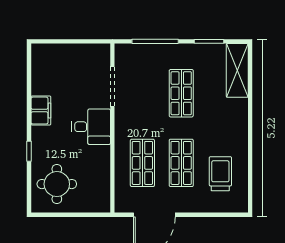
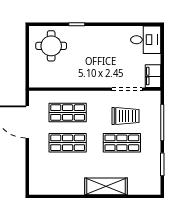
shelving: (237, 70) -> (106, 186), moved
filing cabinet: (41, 111) -> (153, 76), moved, turned 90
desk: (91, 127) -> (146, 40), moved, turned -90
trolley: (220, 174) -> (125, 116), moved

